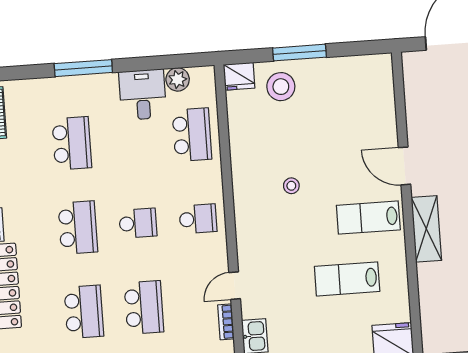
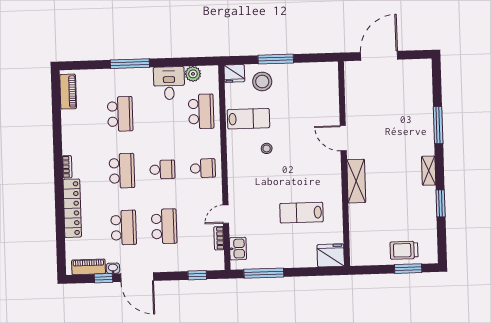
lab bench: (368, 218) -> (248, 119), moved, turned 180

